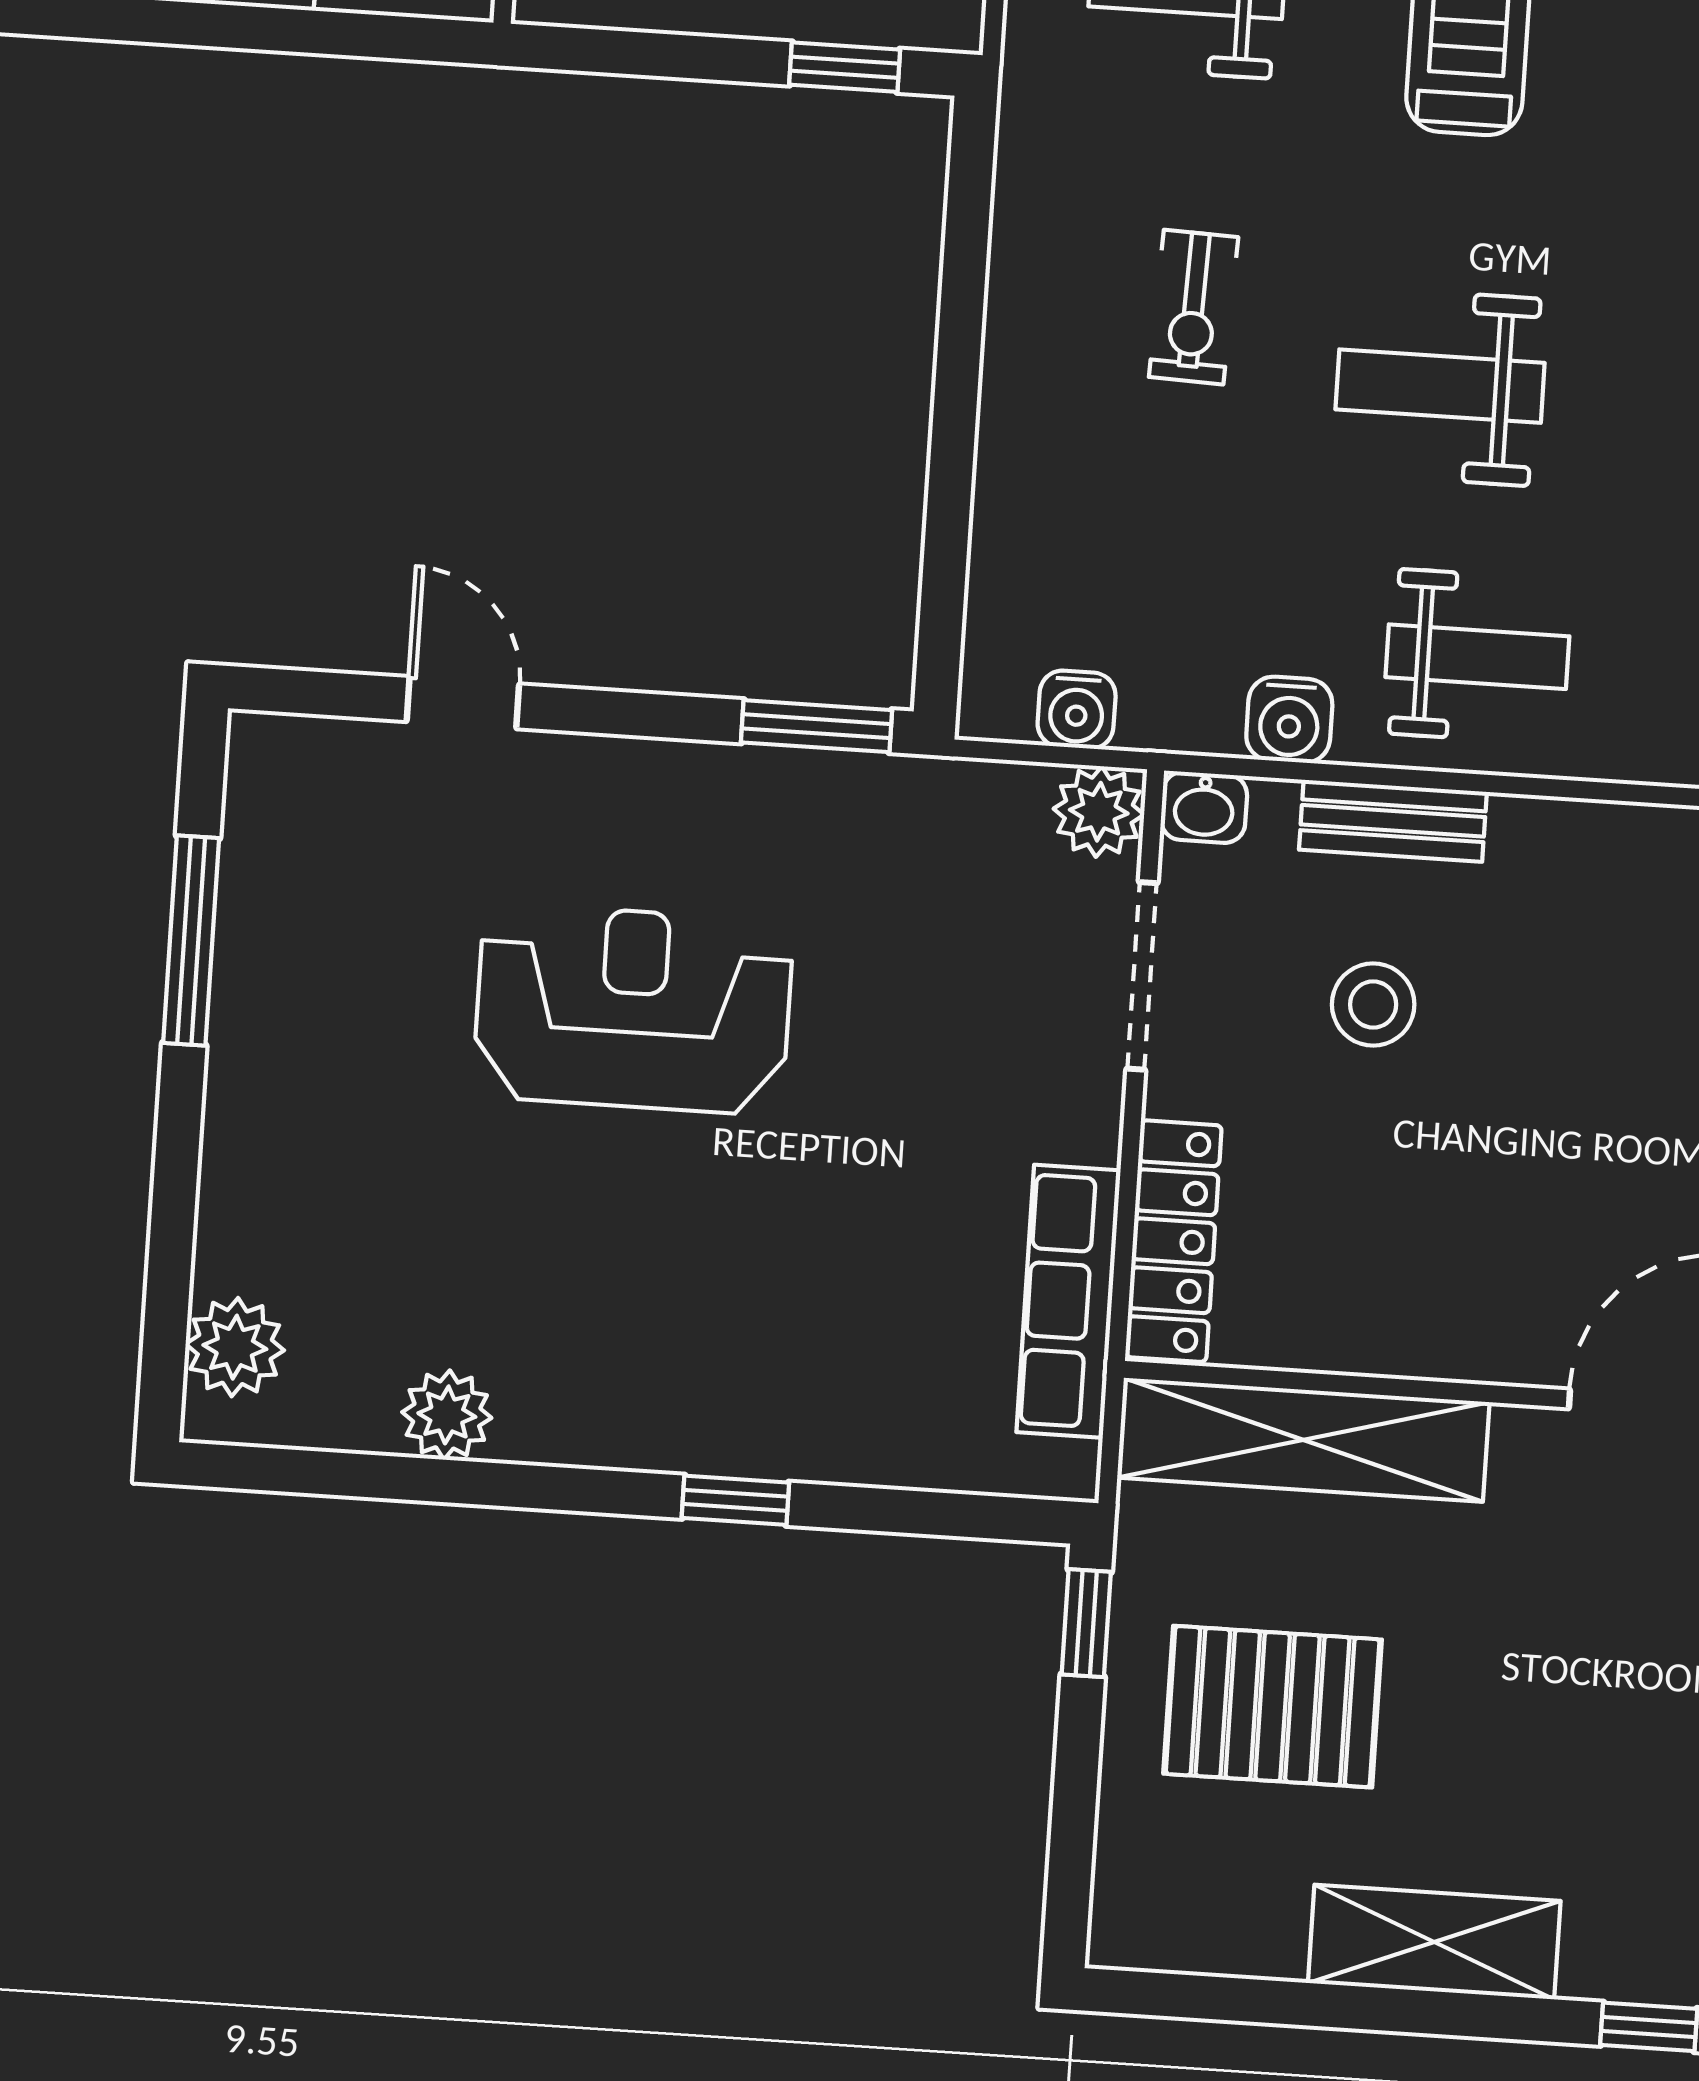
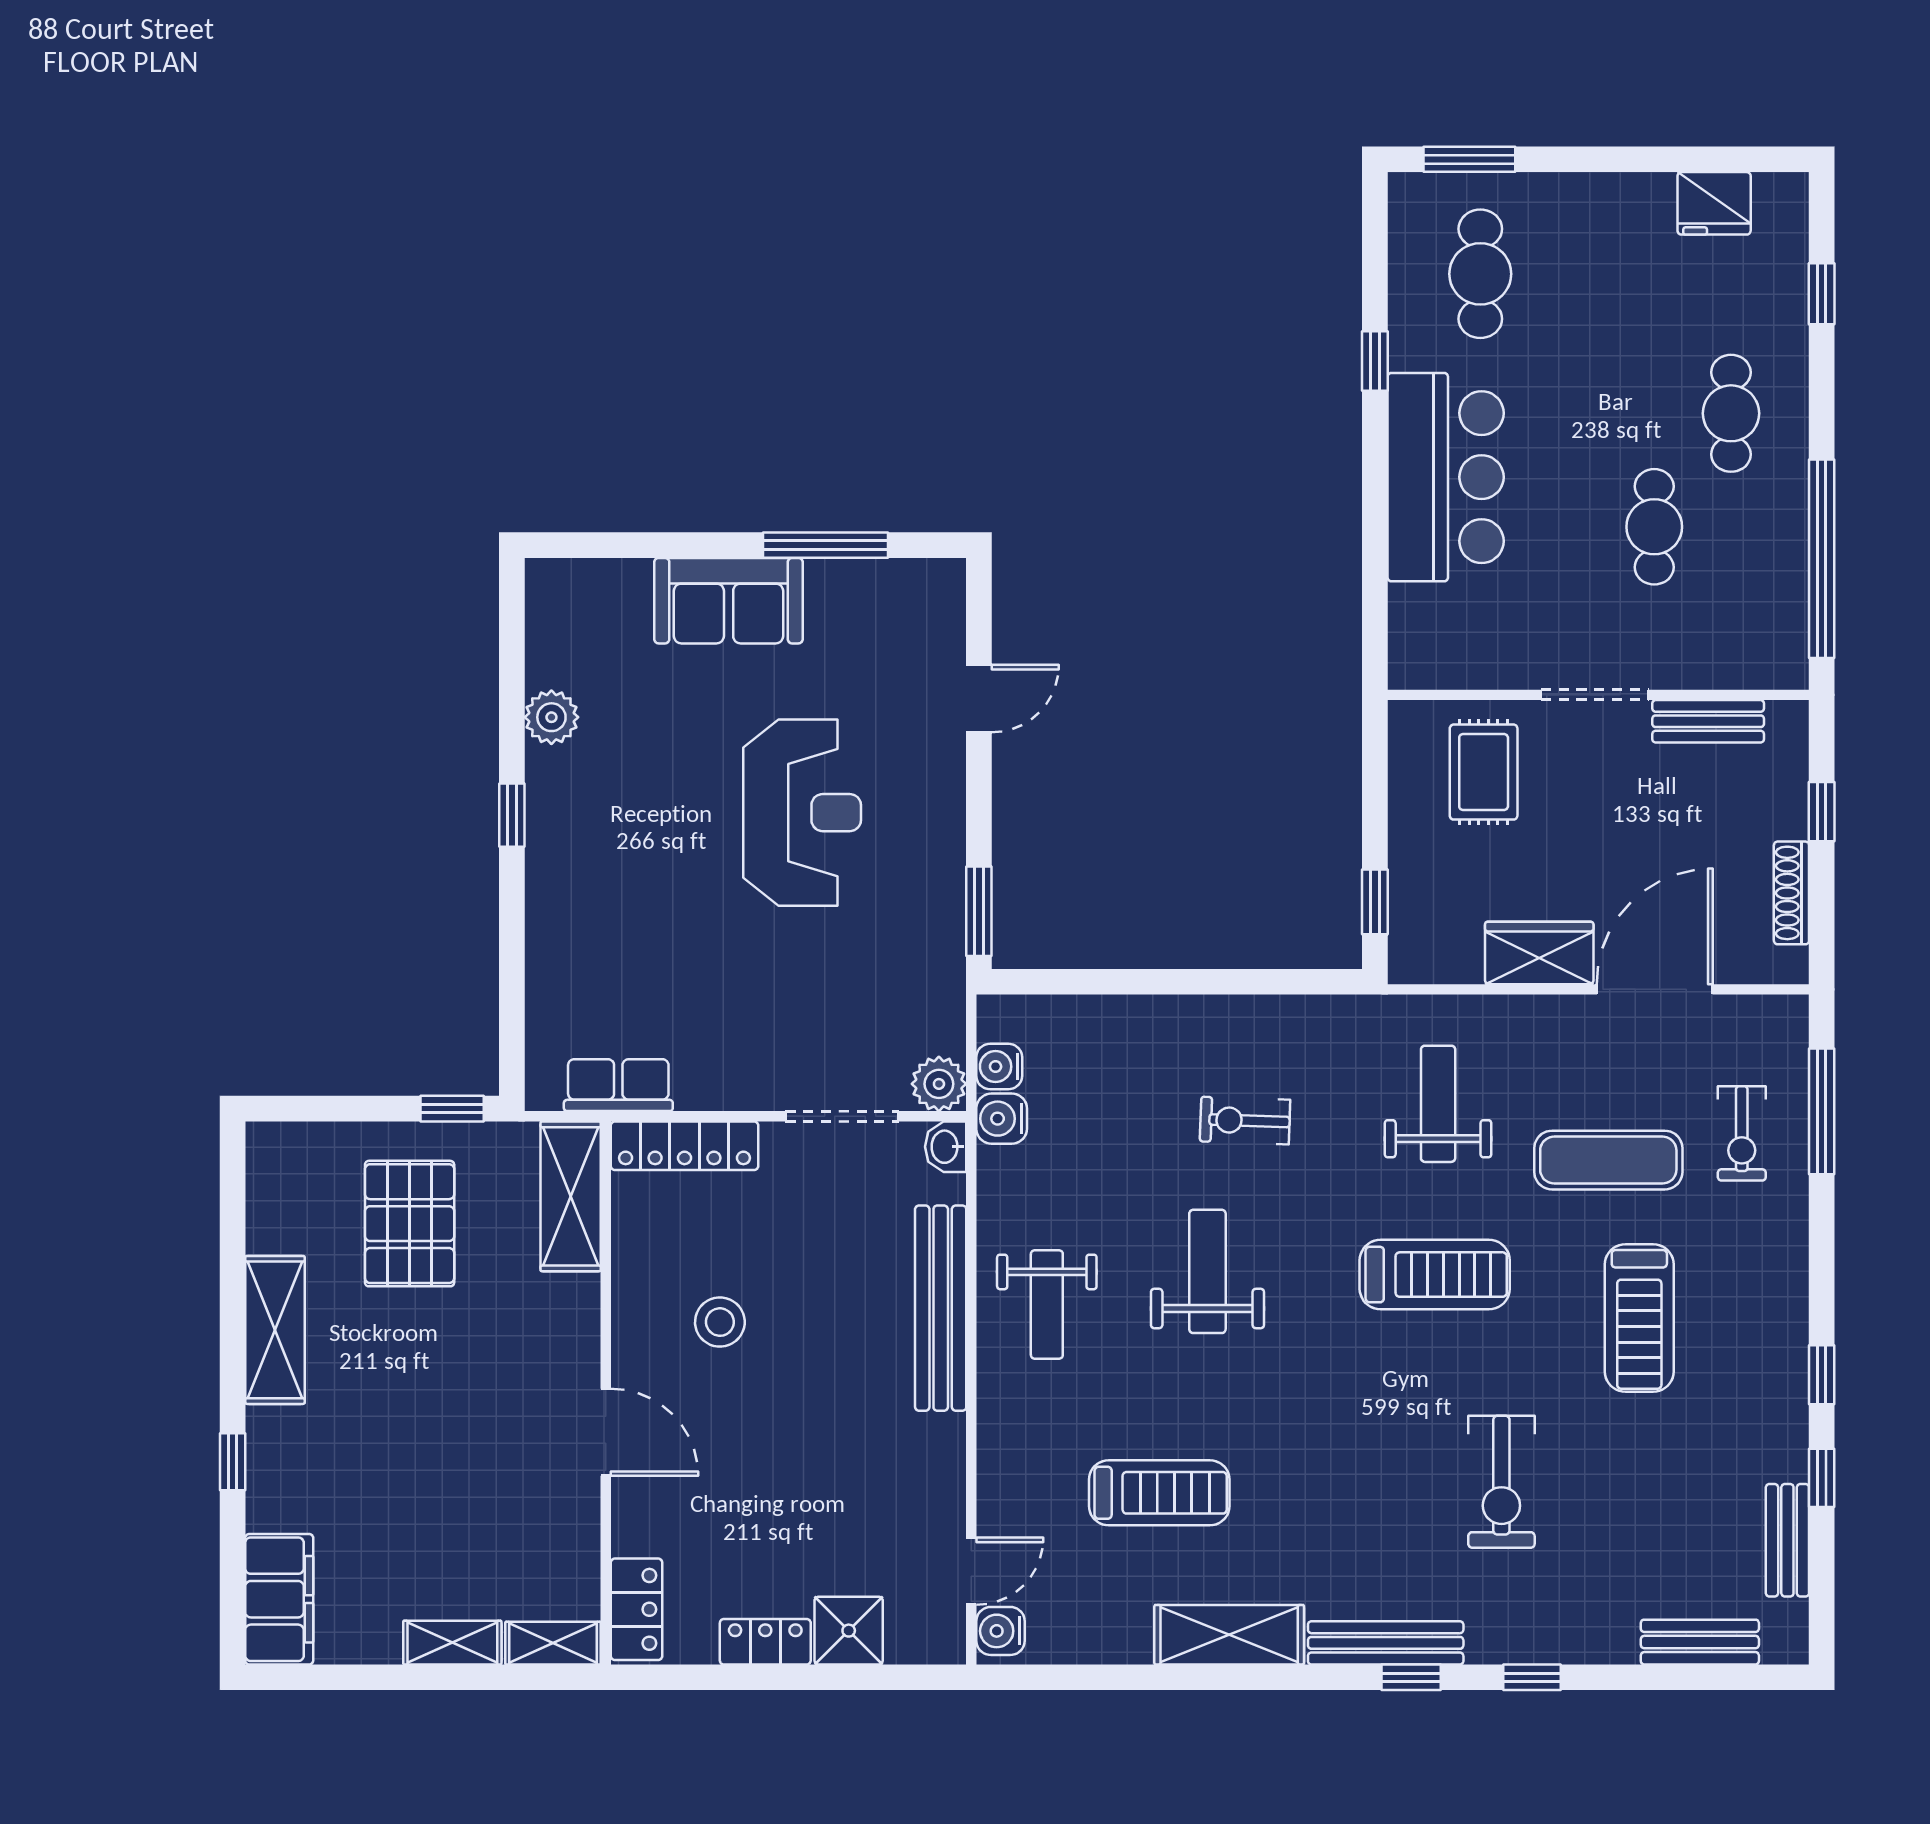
water cooler: (1289, 720) -> (1002, 1119), moved
bench: (1393, 821) -> (941, 1308), width x1.86, depth x1.21
stool: (1373, 1004) -> (720, 1322), moved
sofa: (273, 1108) -> (729, 601), added
row of seats: (1068, 1301) -> (618, 1085), width x0.68
plant: (235, 1347) -> (584, 587), removed
shelving: (1303, 1440) -> (571, 1196), width x0.68
window: (735, 1500) -> (512, 815), moved

